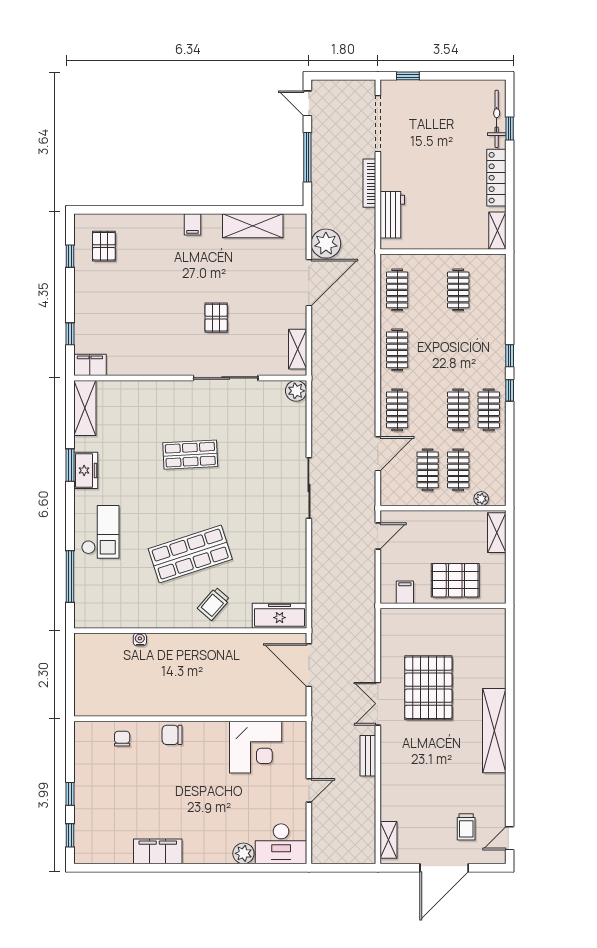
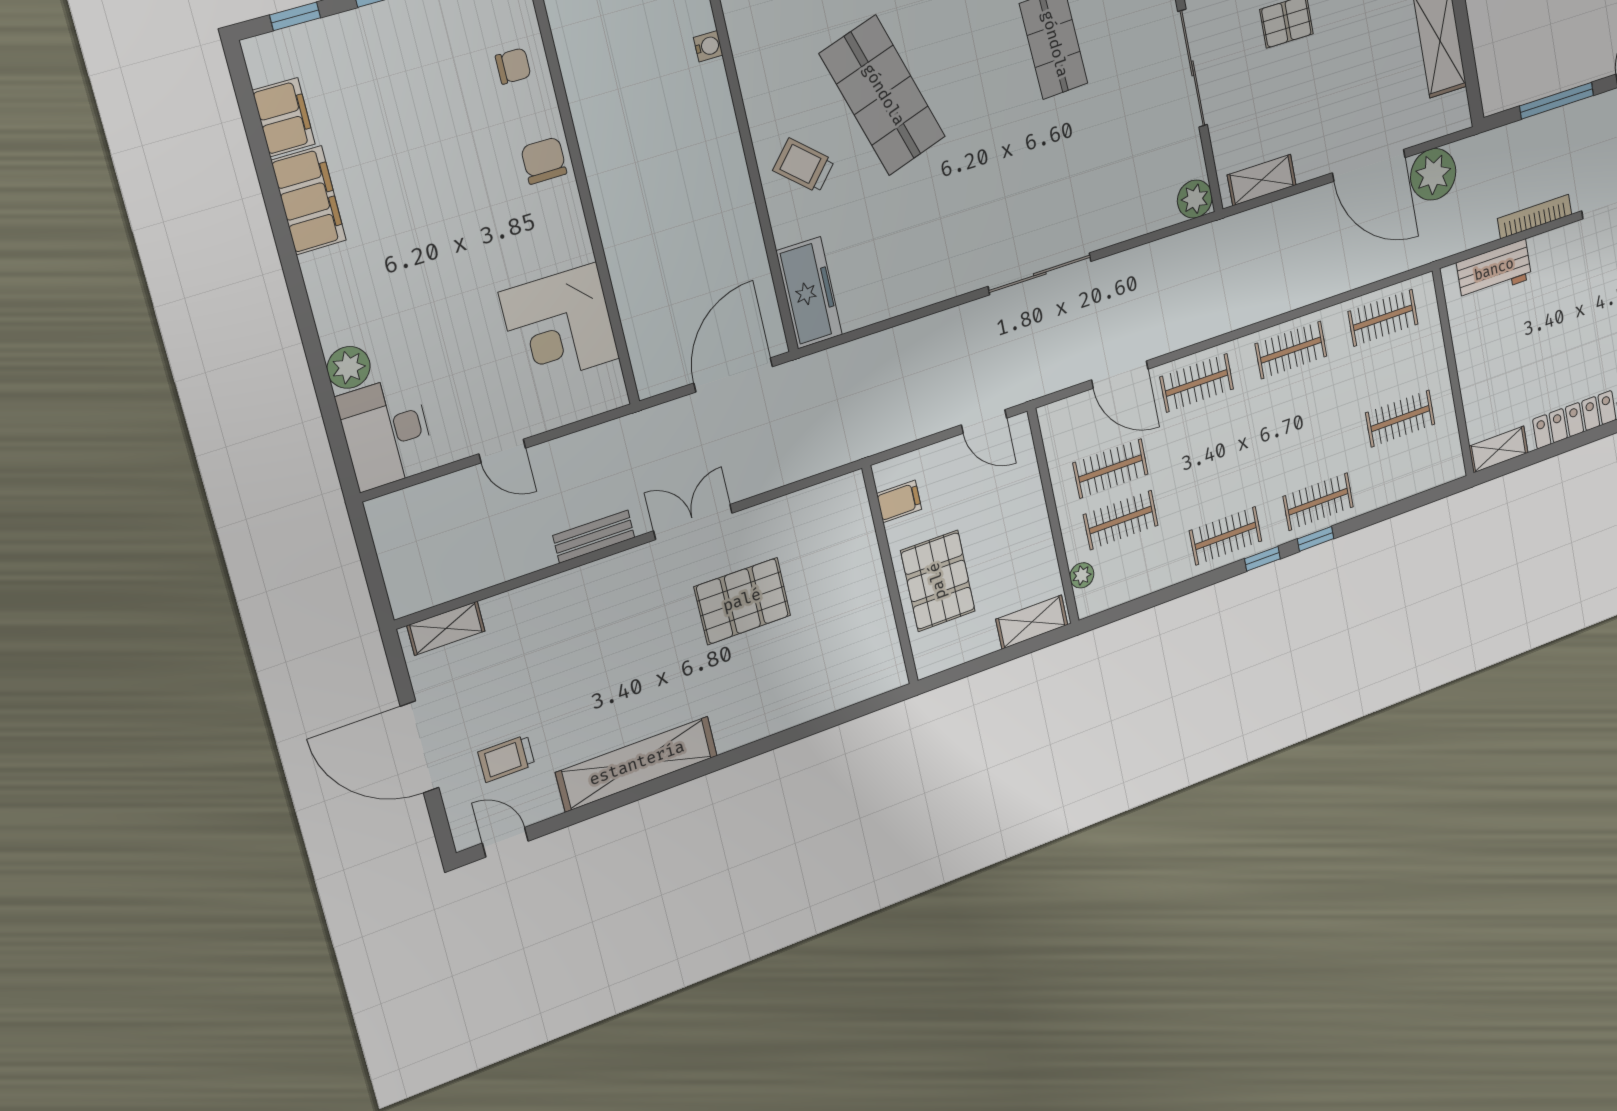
clothes rail: (458, 410) -> (1318, 502), moved
pallet: (428, 688) -> (742, 601), width x0.73, depth x0.71
shelving: (494, 731) -> (637, 764), moved
filing cabinet: (115, 853) -> (284, 117), added

